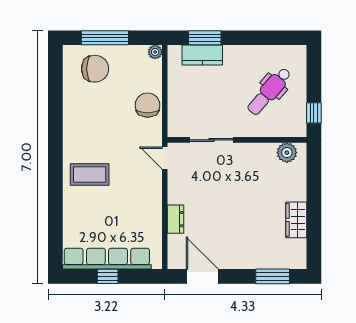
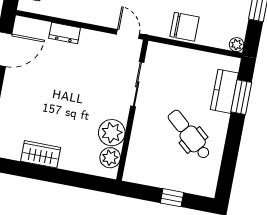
dental chair: (269, 91) -> (189, 135), moved
window: (314, 113) -> (172, 198), moved
plant: (263, 156) -> (112, 133), added
door: (165, 158) -> (128, 34), hinge flipped

